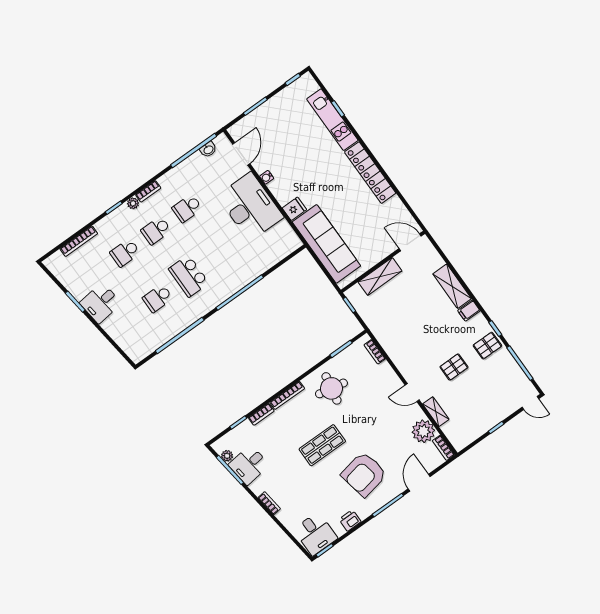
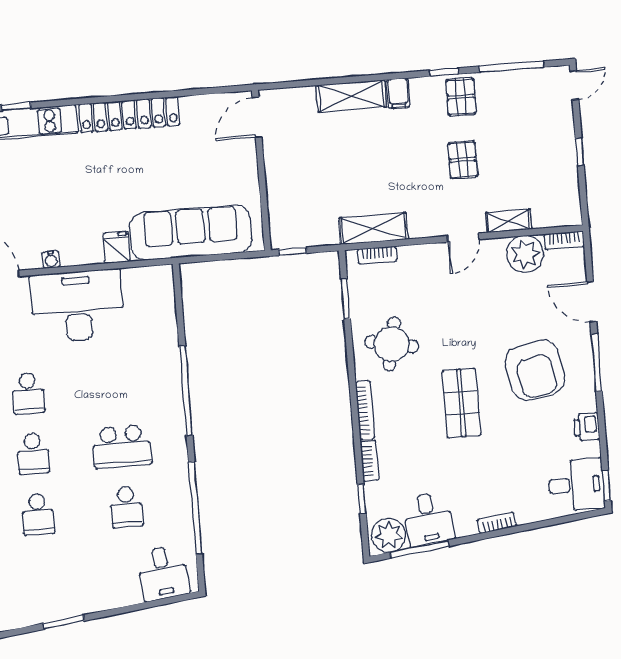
shelving: (380, 276) -> (373, 229), moved, turned 90
desk: (101, 303) -> (163, 573), moved
plant: (227, 456) -> (389, 535), width x1.88, depth x1.88

